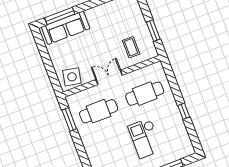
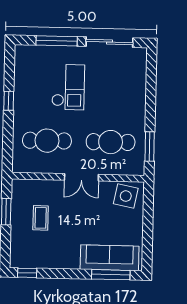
coffee table: (131, 47) -> (41, 218), moved

